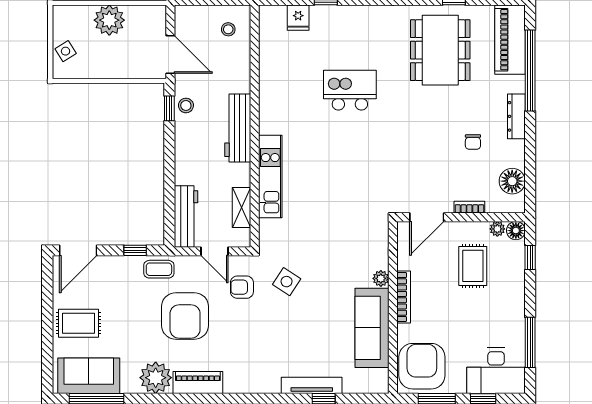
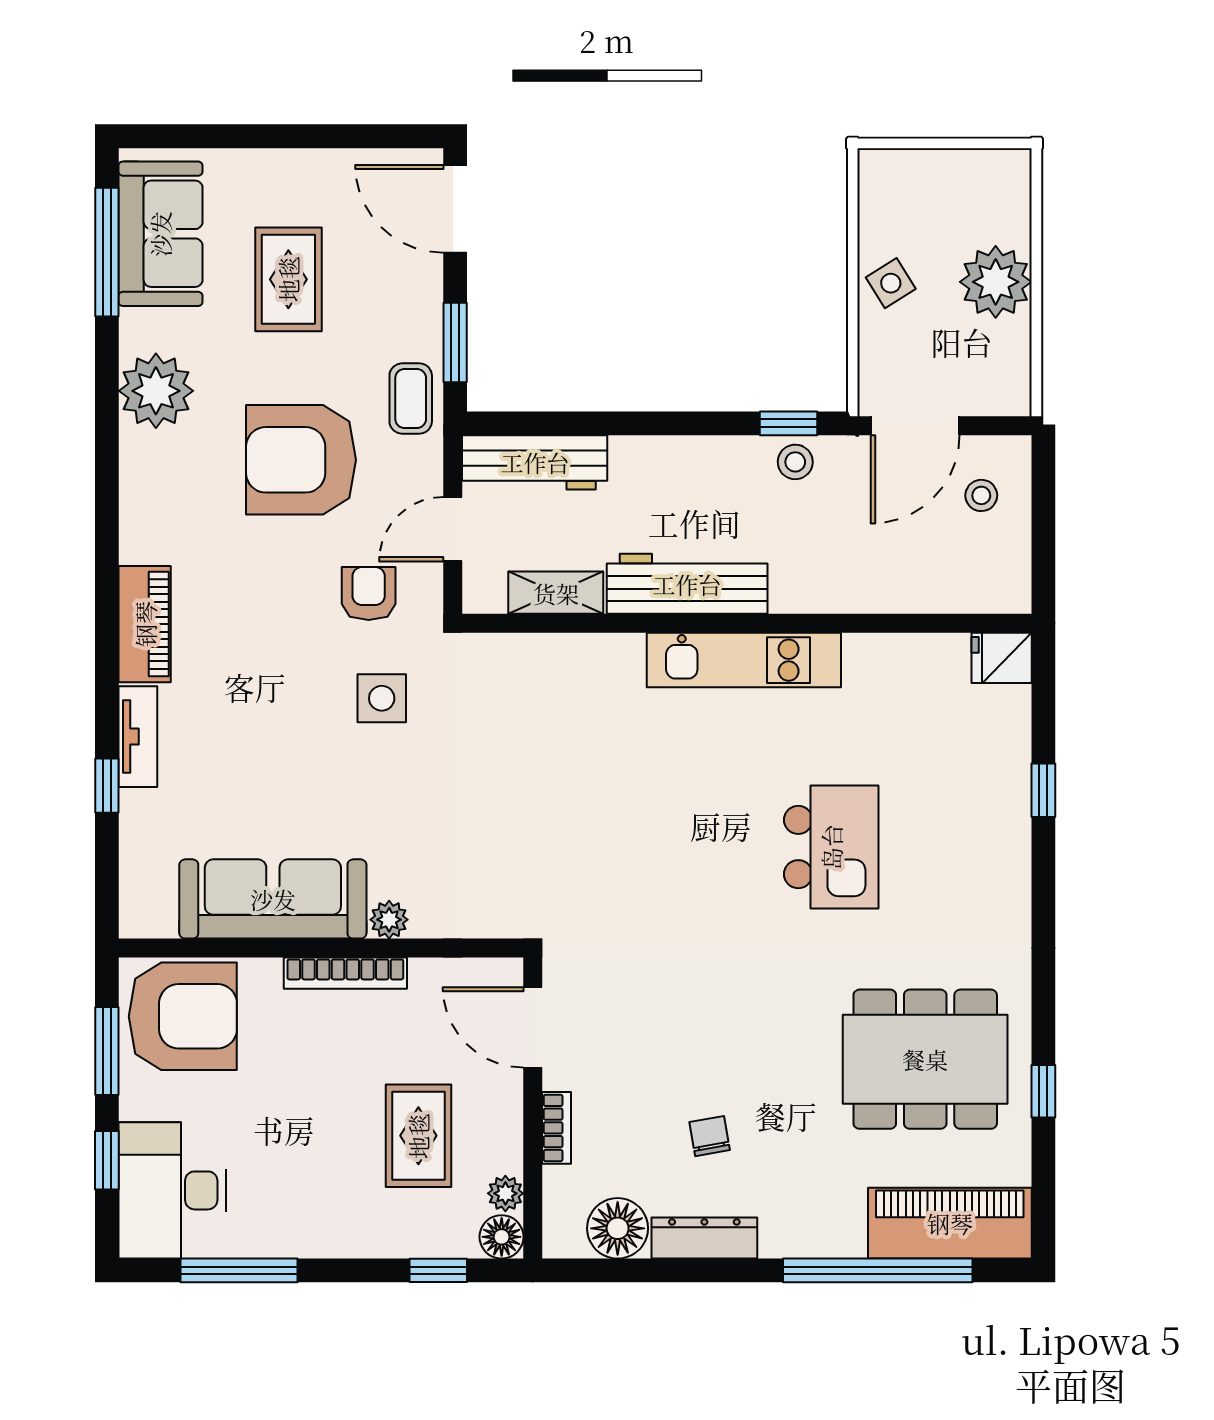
fridge: (298, 18) -> (1002, 658), moved
stool: (228, 29) -> (981, 495), moved
side table: (66, 51) -> (891, 283), moved
dresser: (516, 116) -> (704, 1238), moved
workbench: (238, 128) -> (687, 584), moved
chair: (473, 142) -> (710, 1136), turned 80
kitchen unit: (270, 177) -> (744, 660), moved
window: (135, 250) -> (455, 342), width x1.50
rug: (473, 266) -> (418, 1136), turned 90
side table: (287, 282) -> (382, 698), turned -33
rug: (78, 323) -> (288, 279), moved
piano: (198, 382) -> (145, 624), moved
tv unit: (312, 385) -> (138, 737), width x0.71

